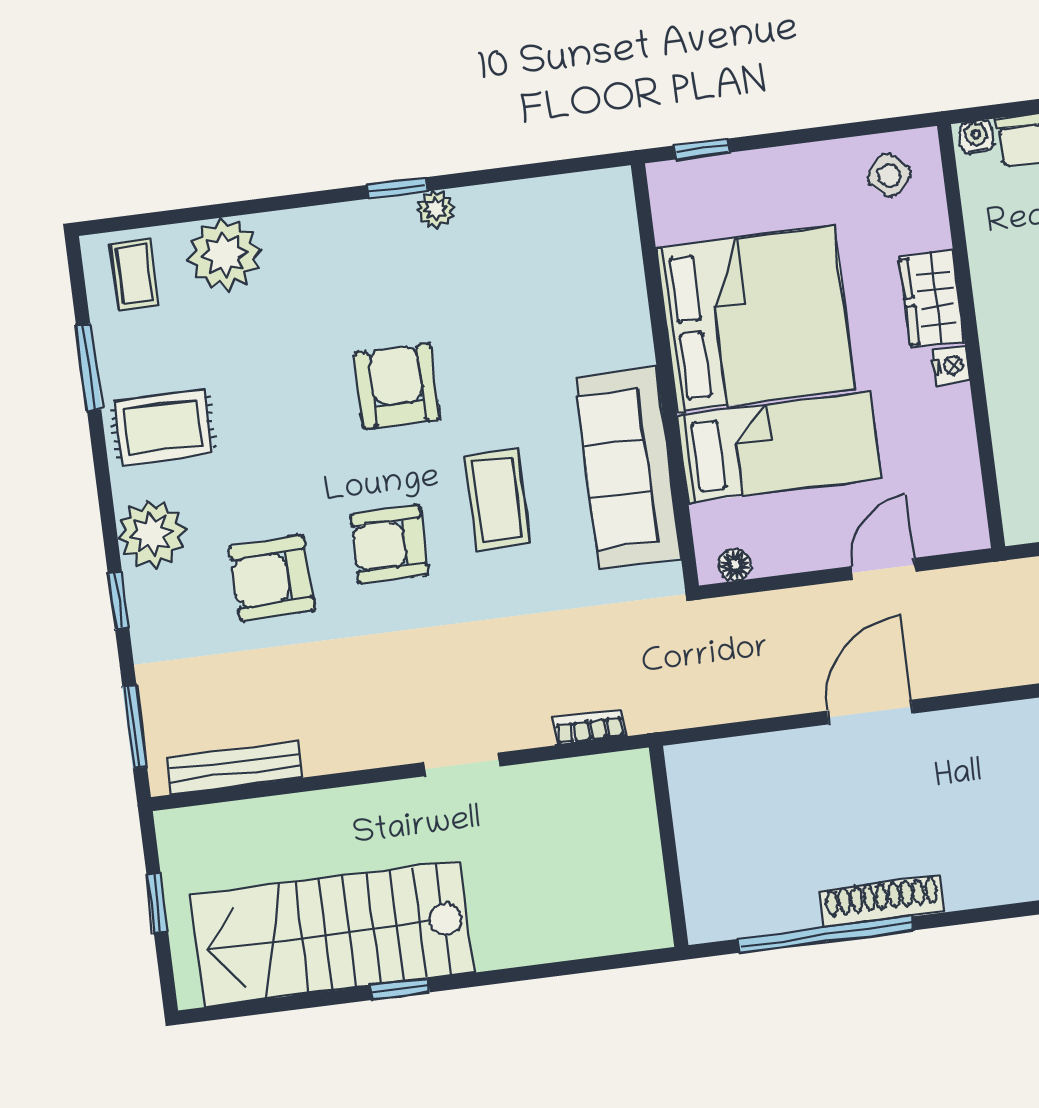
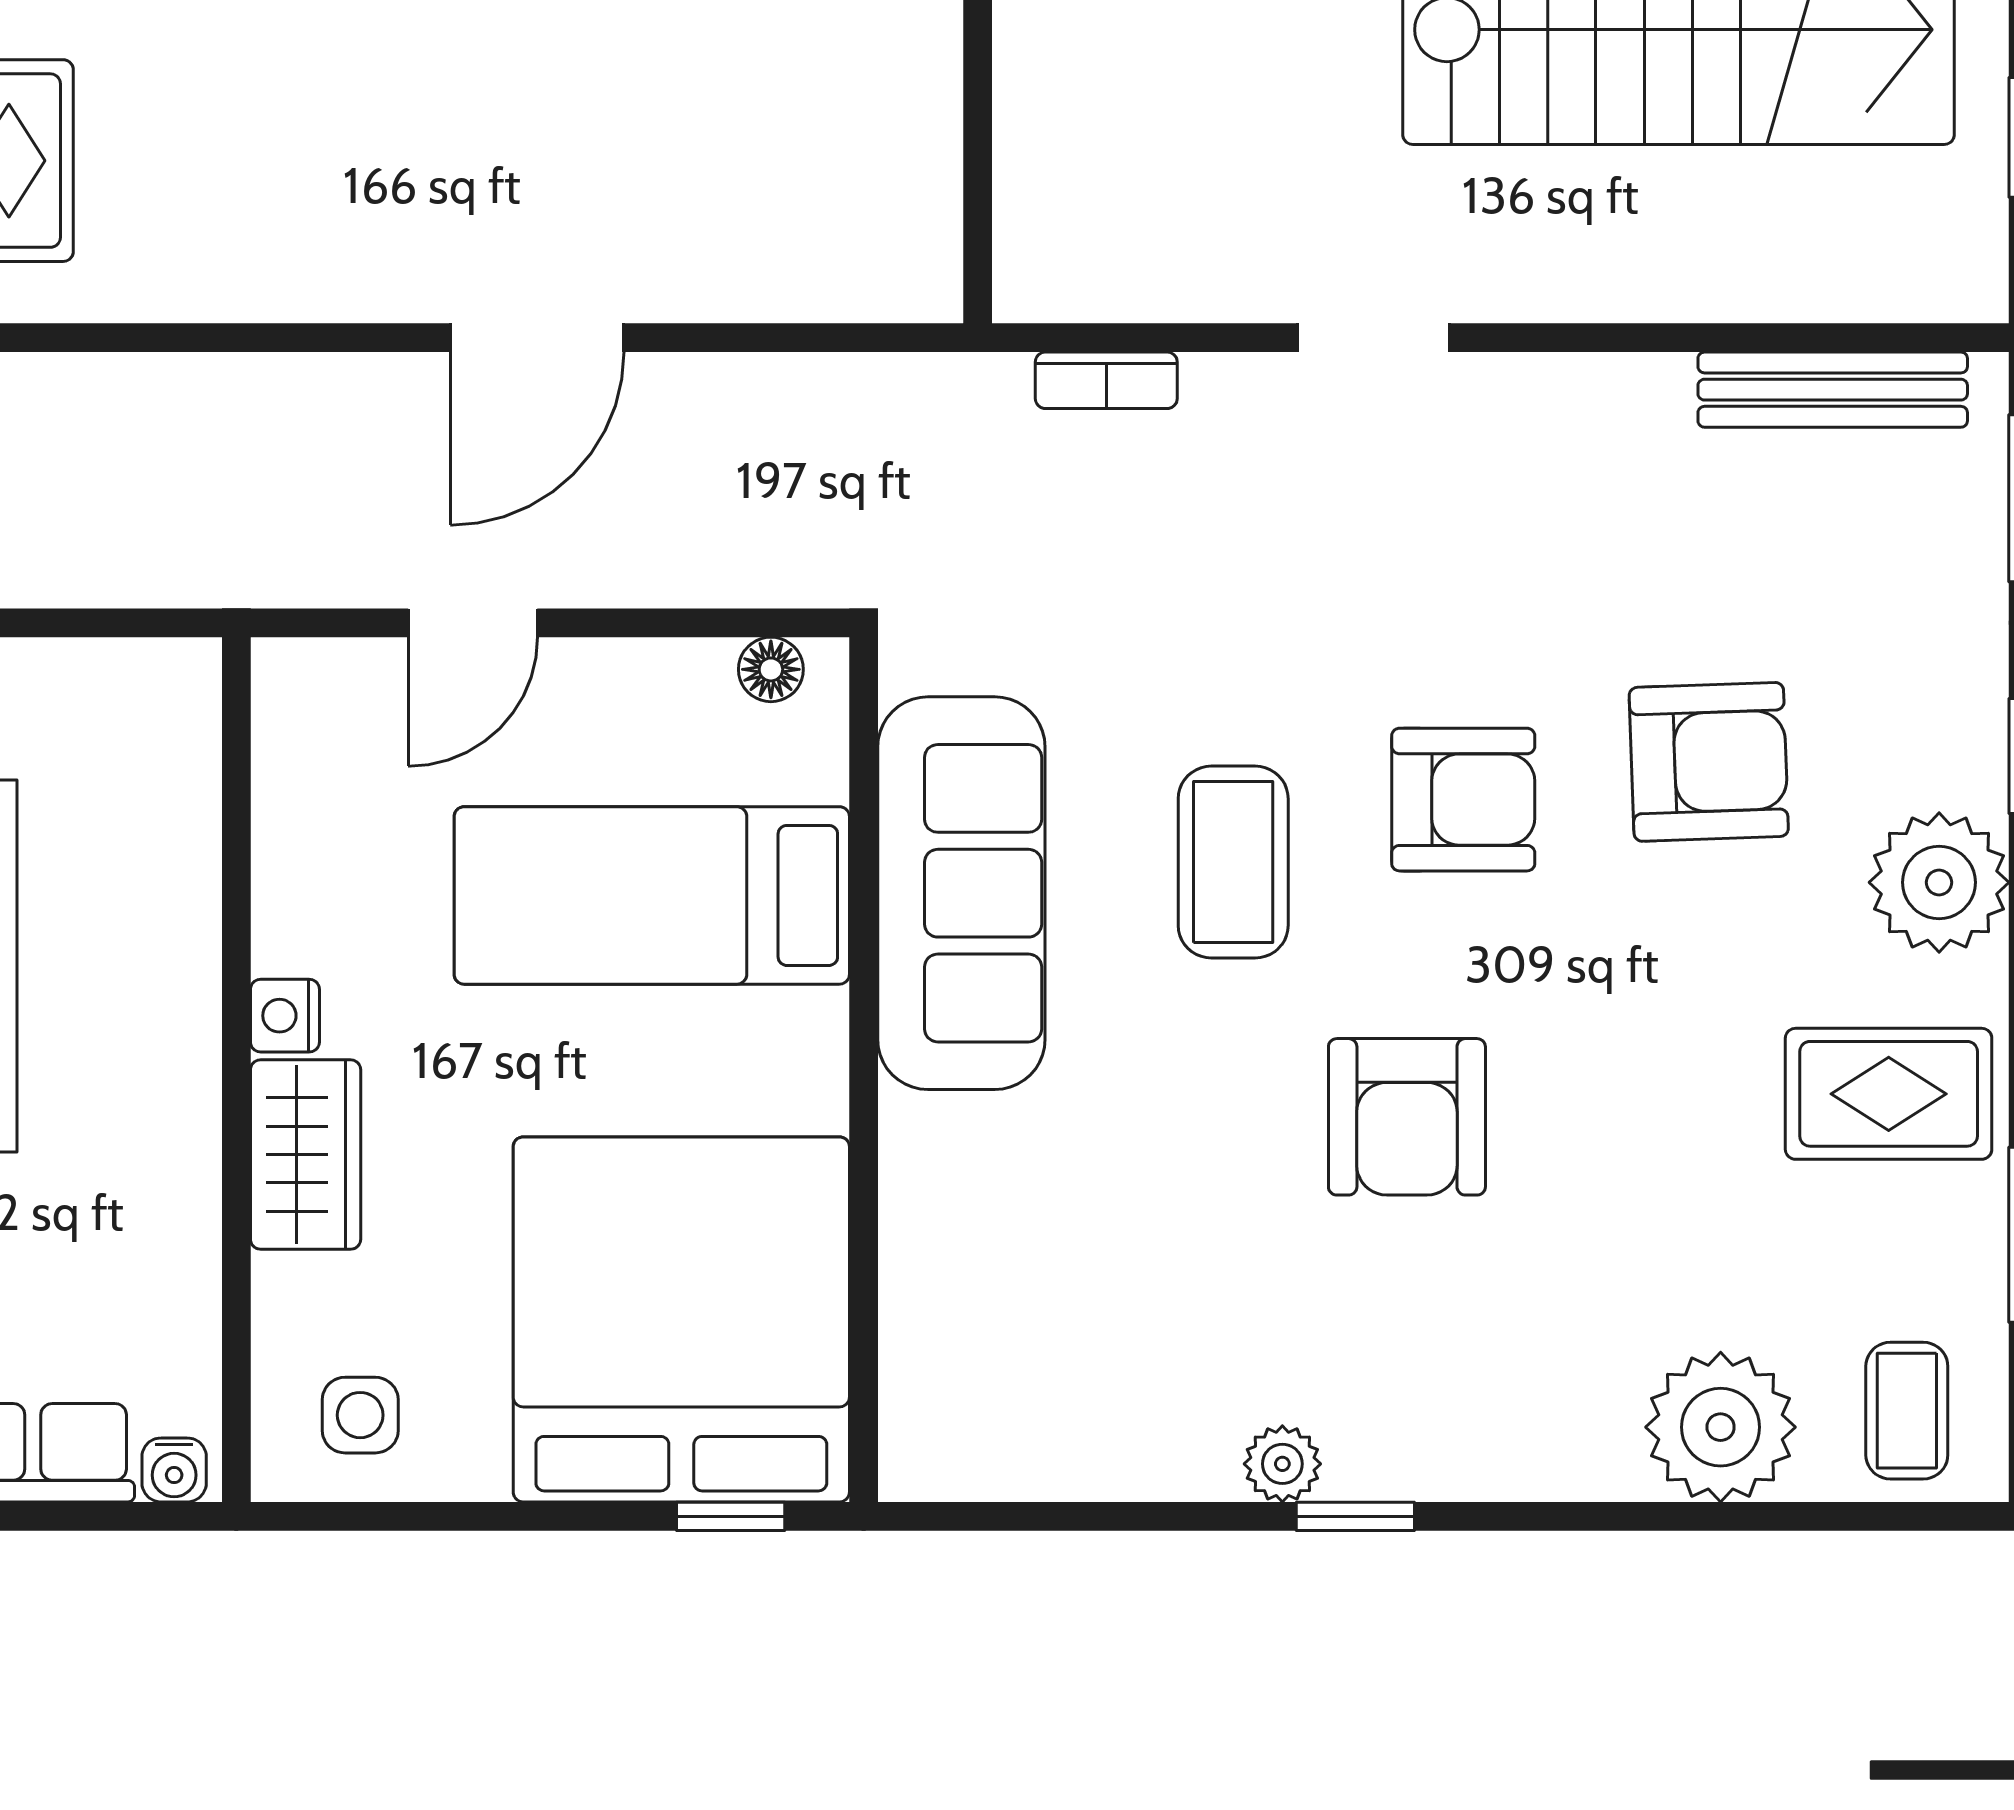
side table: (889, 175) -> (360, 1415), turned 45
bed: (755, 319) -> (681, 1319), moved, turned 90

